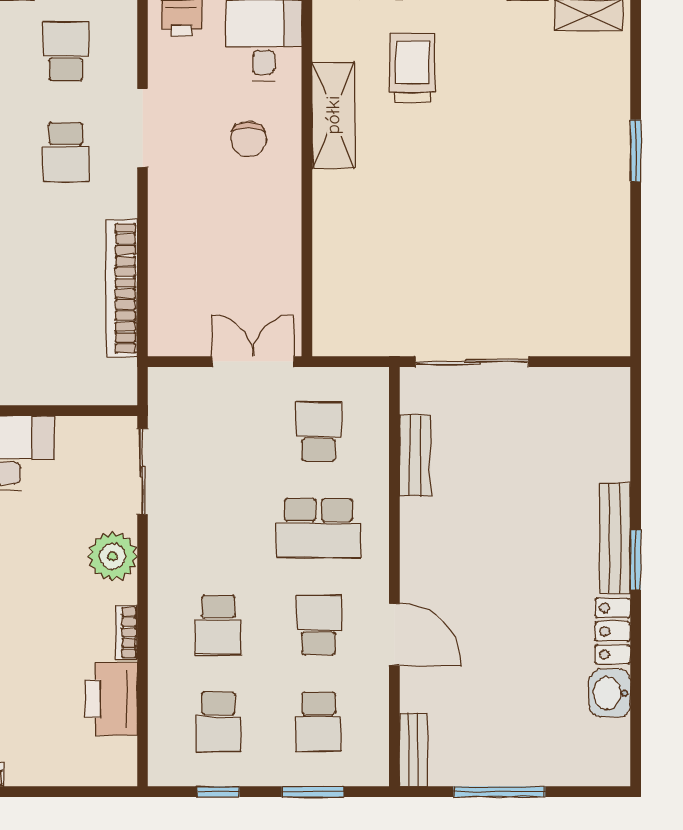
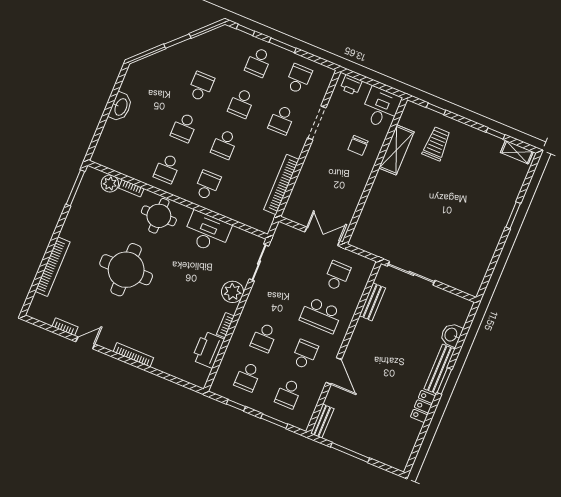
washbasin: (610, 693) -> (451, 335), moved

